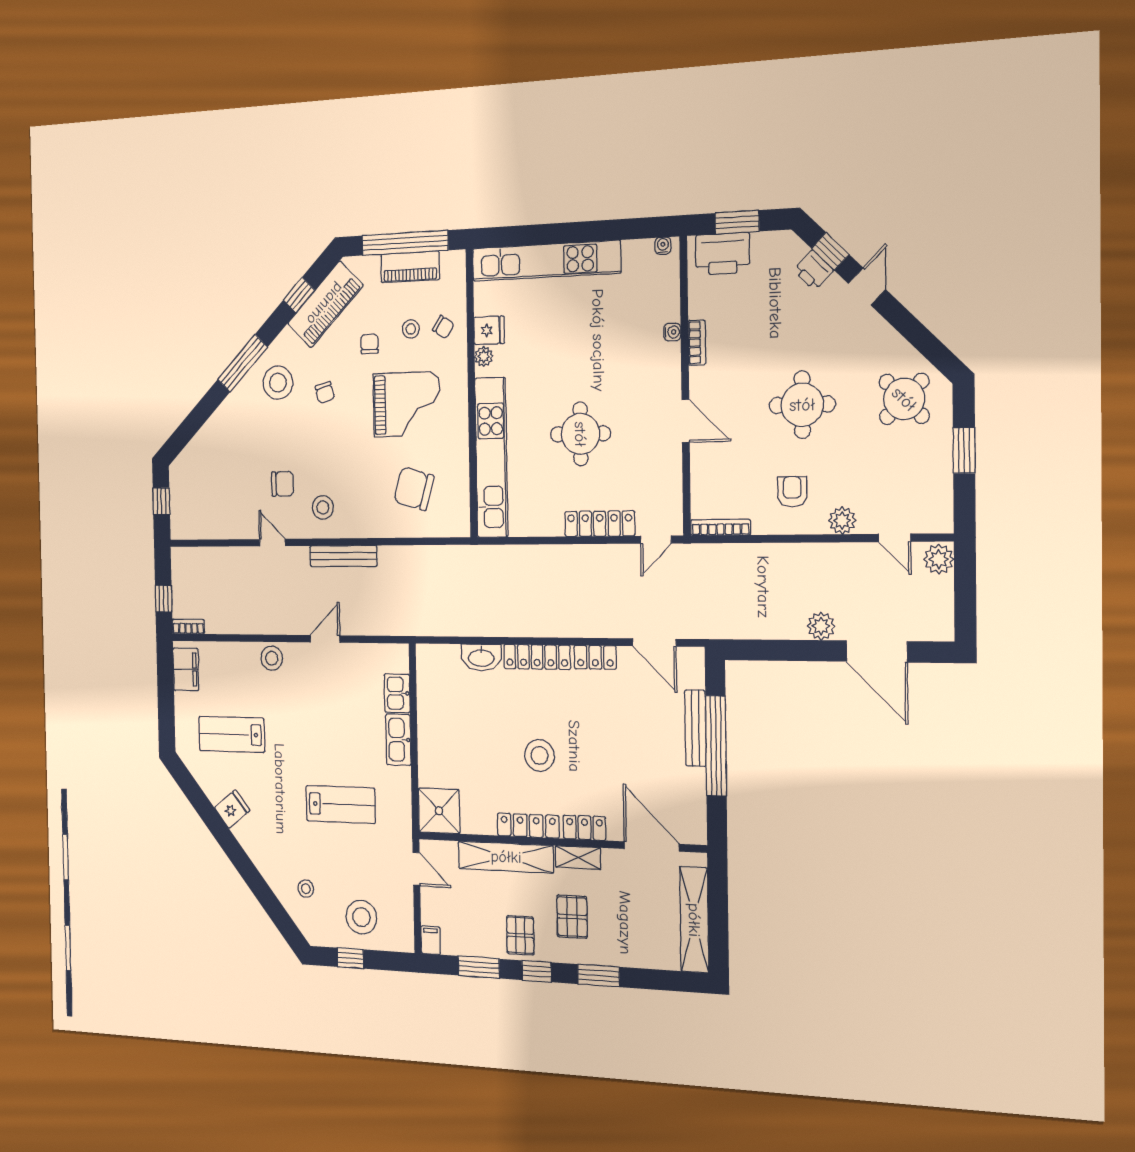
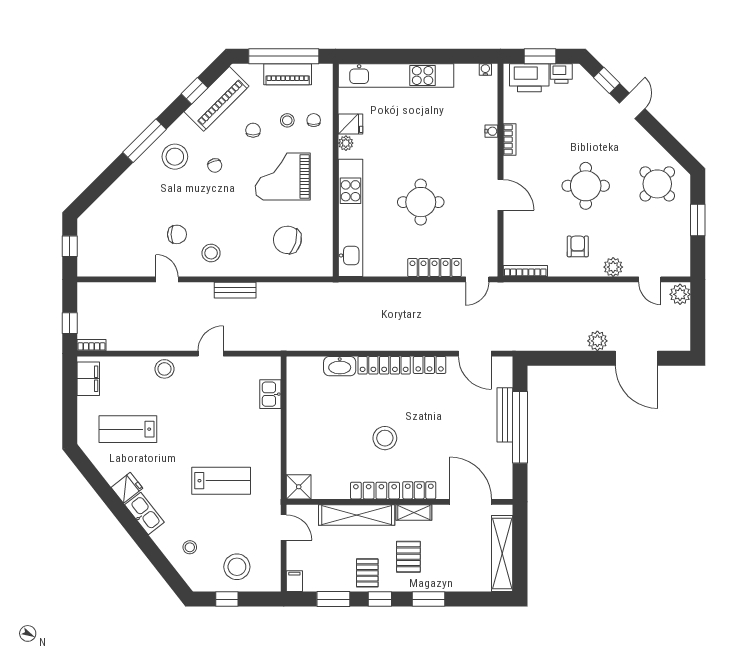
printer: (813, 270) -> (561, 73), moved, turned -45
chair: (443, 327) -> (314, 120), turned -124
grand piano: (407, 404) -> (283, 176), turned 180
bench: (343, 556) -> (235, 290), width x0.73
kitchen sink: (398, 740) -> (144, 514), moved, turned 142
shower: (439, 811) -> (299, 487), width x0.73, depth x0.73

